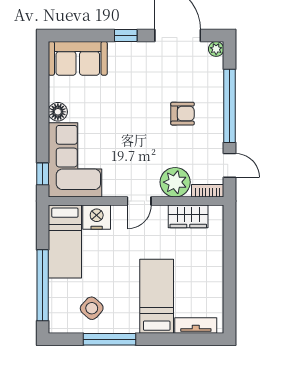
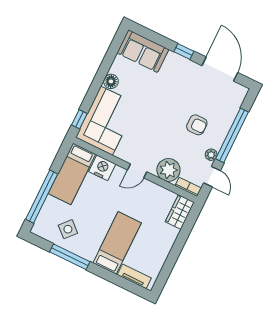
plant: (216, 49) -> (211, 155), moved
wardrobe: (188, 216) -> (180, 212), moved, turned 90

